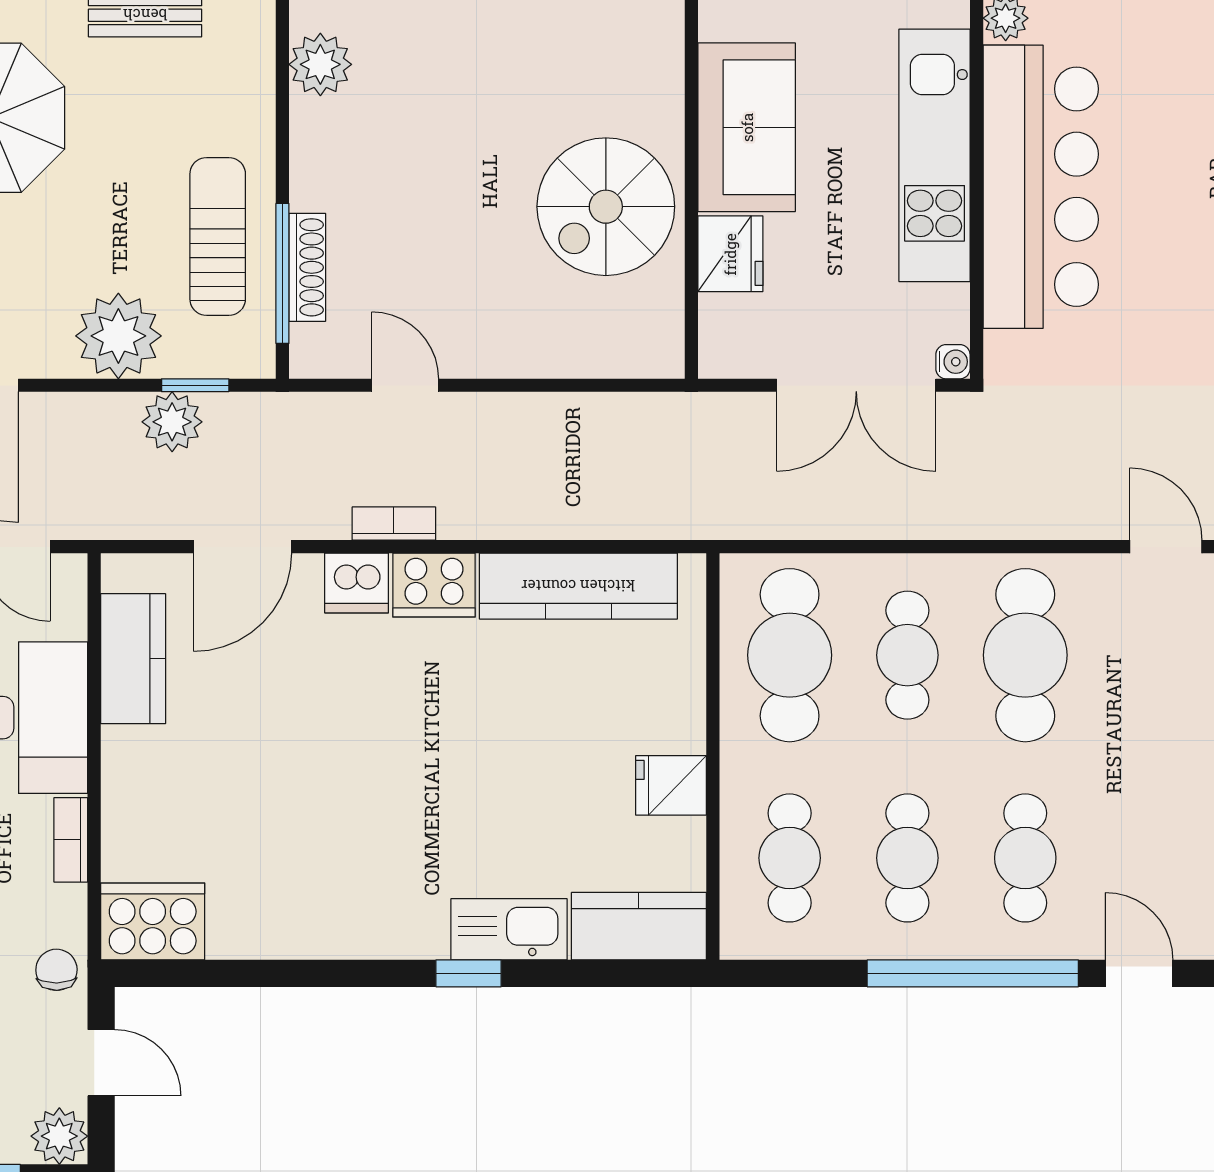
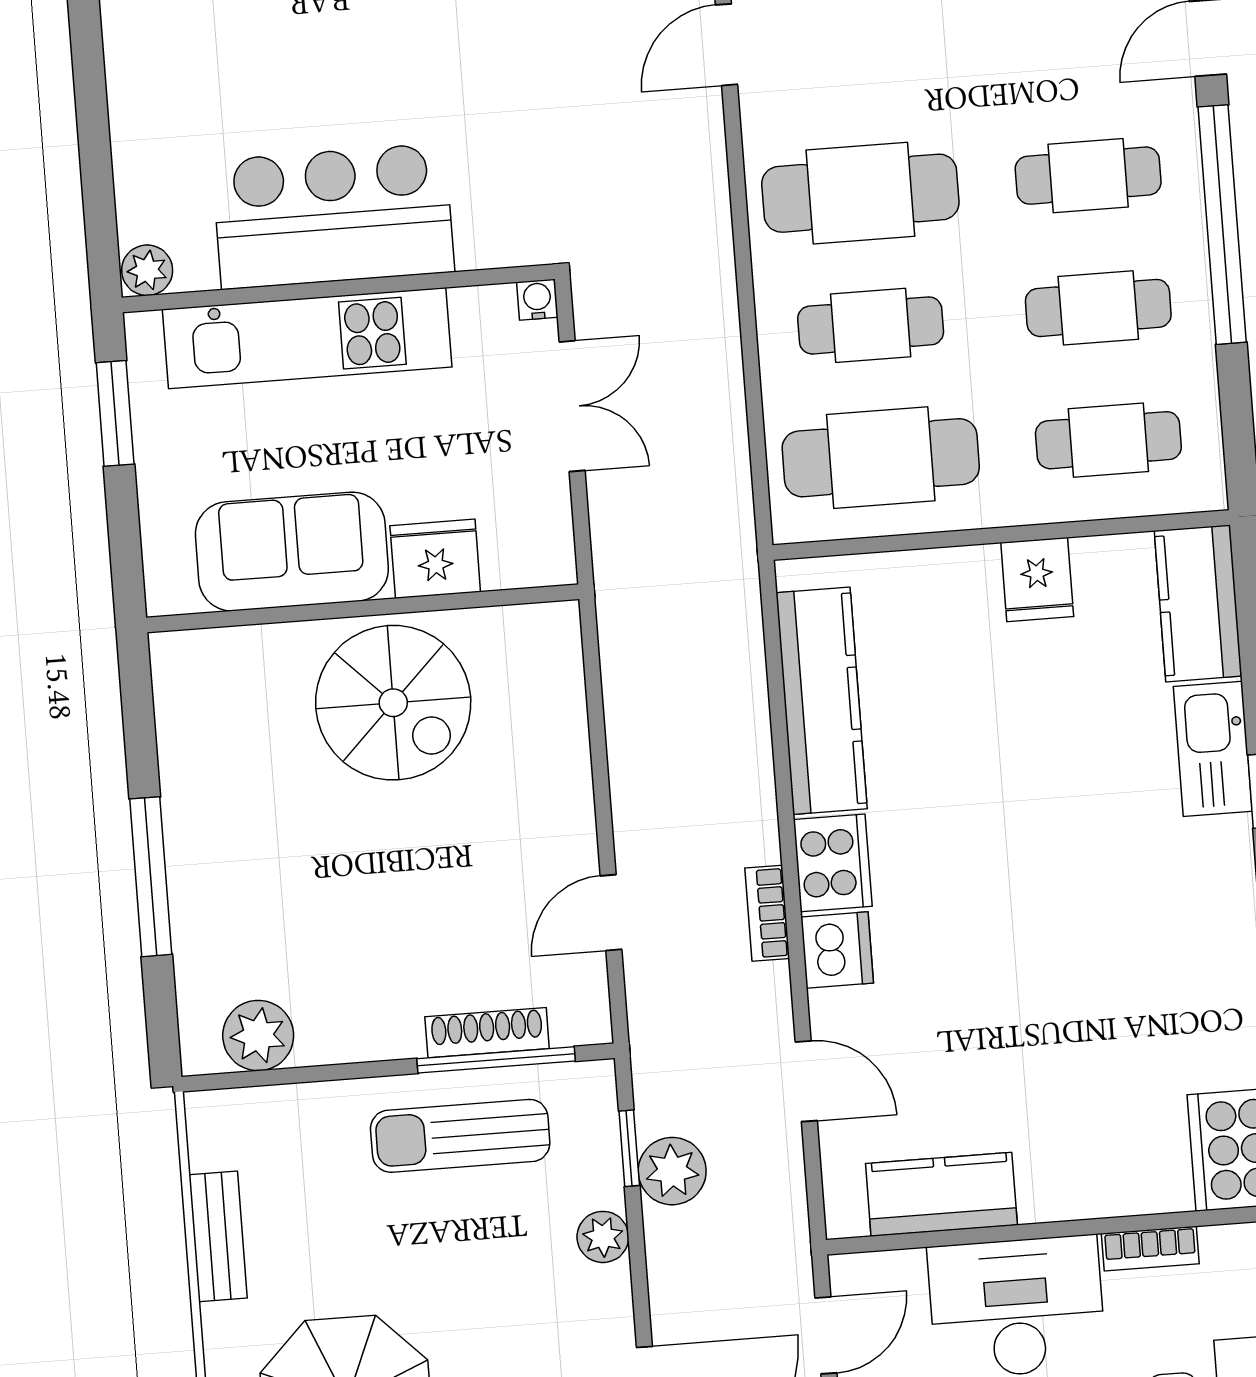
bar counter: (1041, 187) -> (333, 216), width x0.73
plant: (118, 336) -> (603, 1237), width x0.53, depth x0.53
double door: (856, 385) -> (572, 406), width x0.73
door: (242, 547) -> (806, 1081), width x0.73

